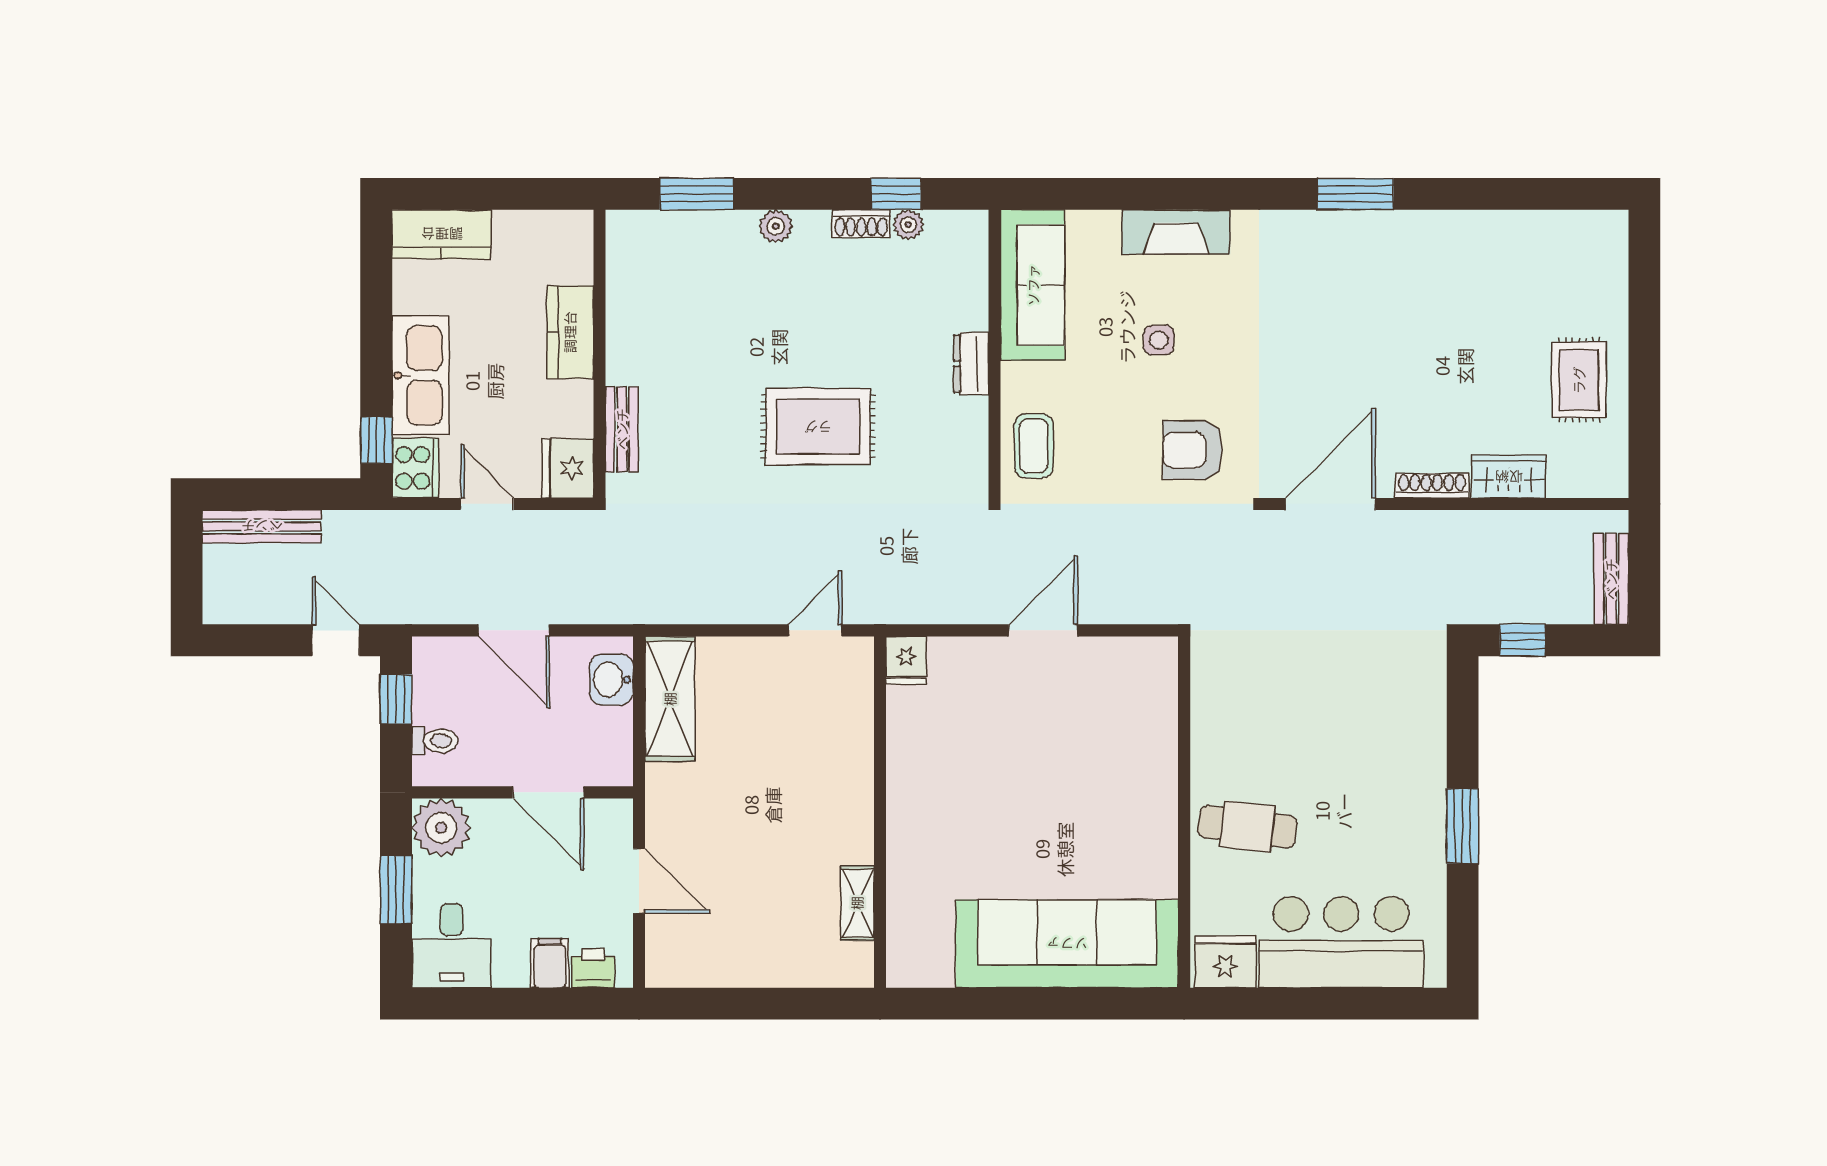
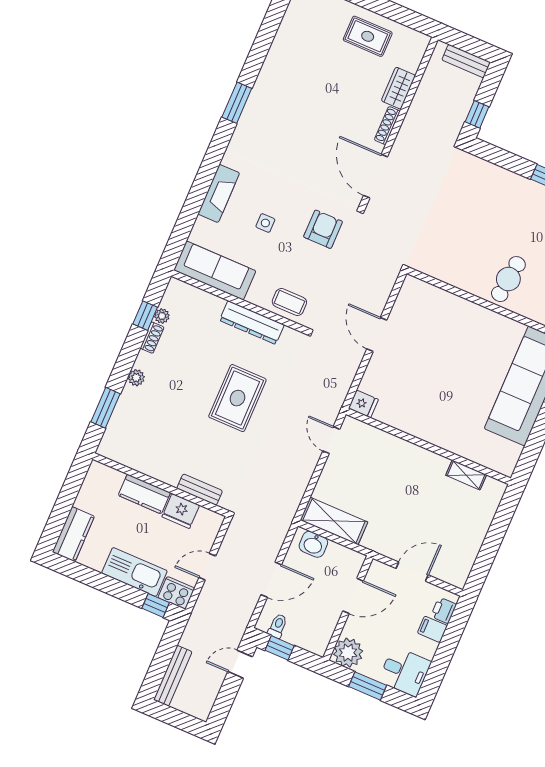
dresser: (971, 364) -> (252, 323), width x1.96, depth x1.24
armchair: (1193, 450) -> (323, 229), turned 180
fridge: (568, 468) -> (181, 511), moved
toilet: (435, 741) -> (278, 626), moved

